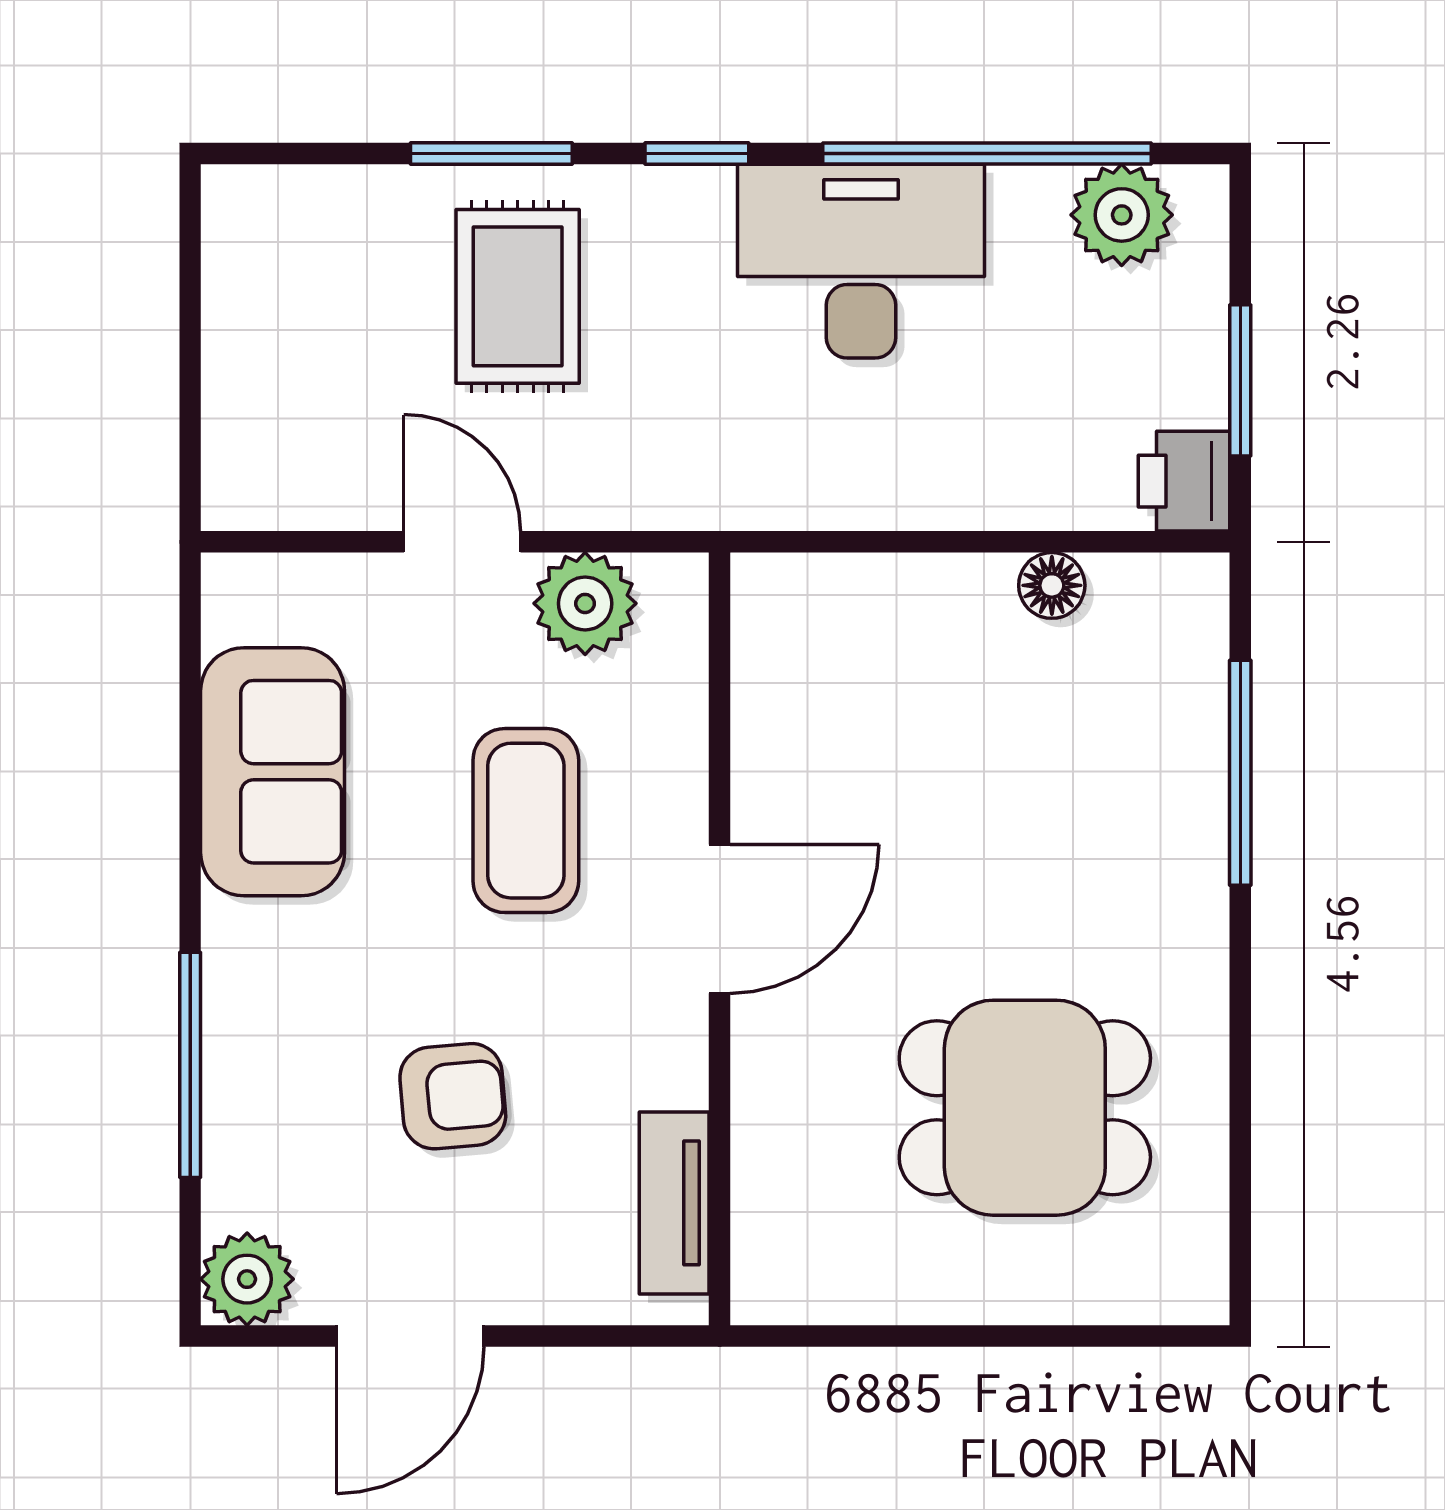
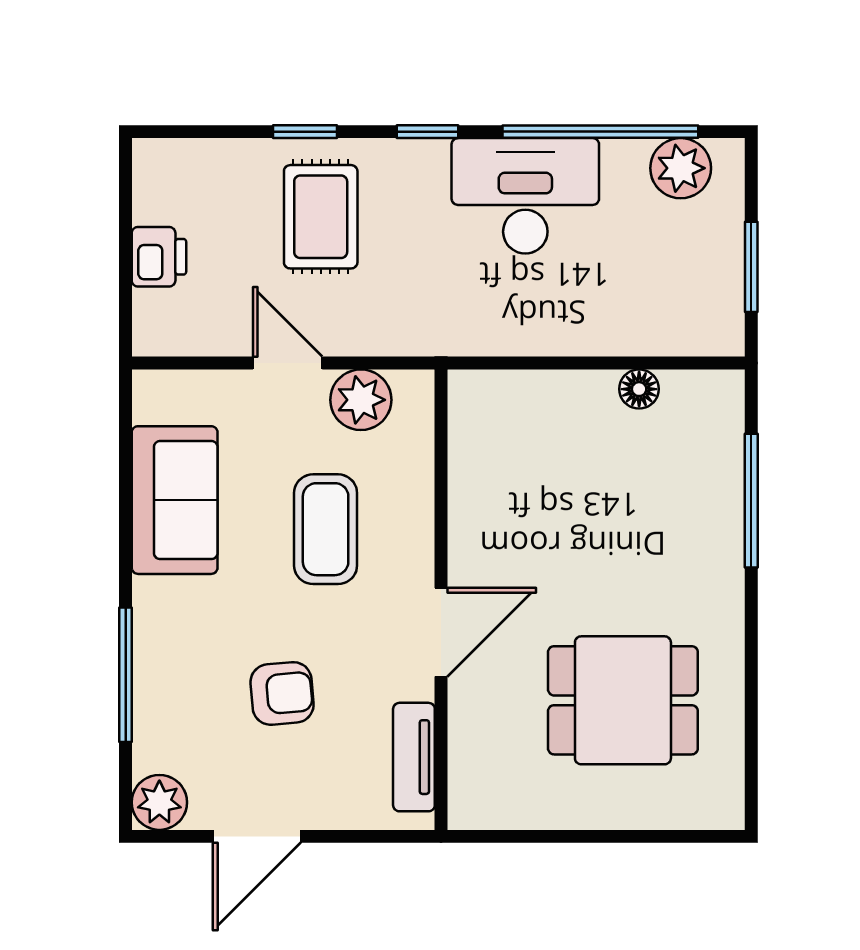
window: (491, 154) -> (305, 132), width x0.67
printer: (1184, 481) -> (159, 257), moved, turned 180
door: (720, 919) -> (441, 632), moved

